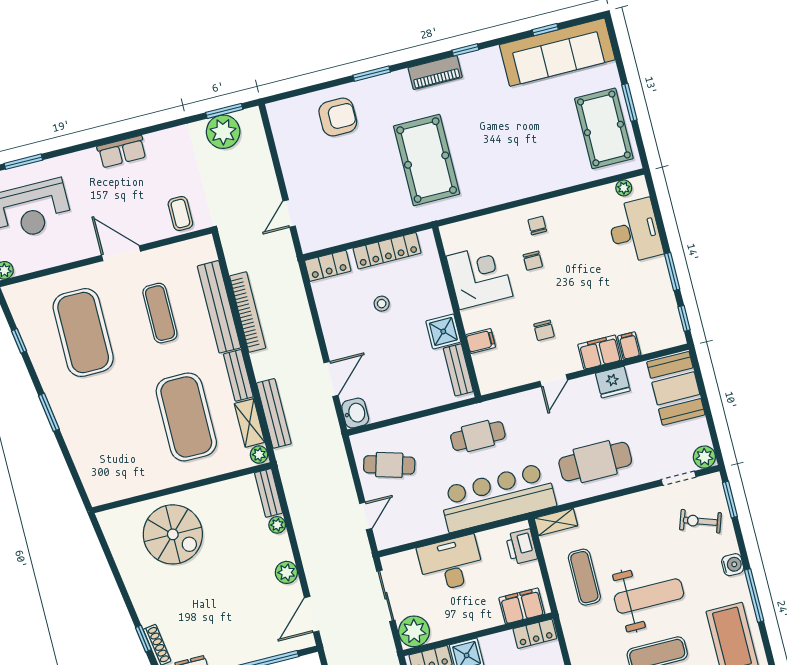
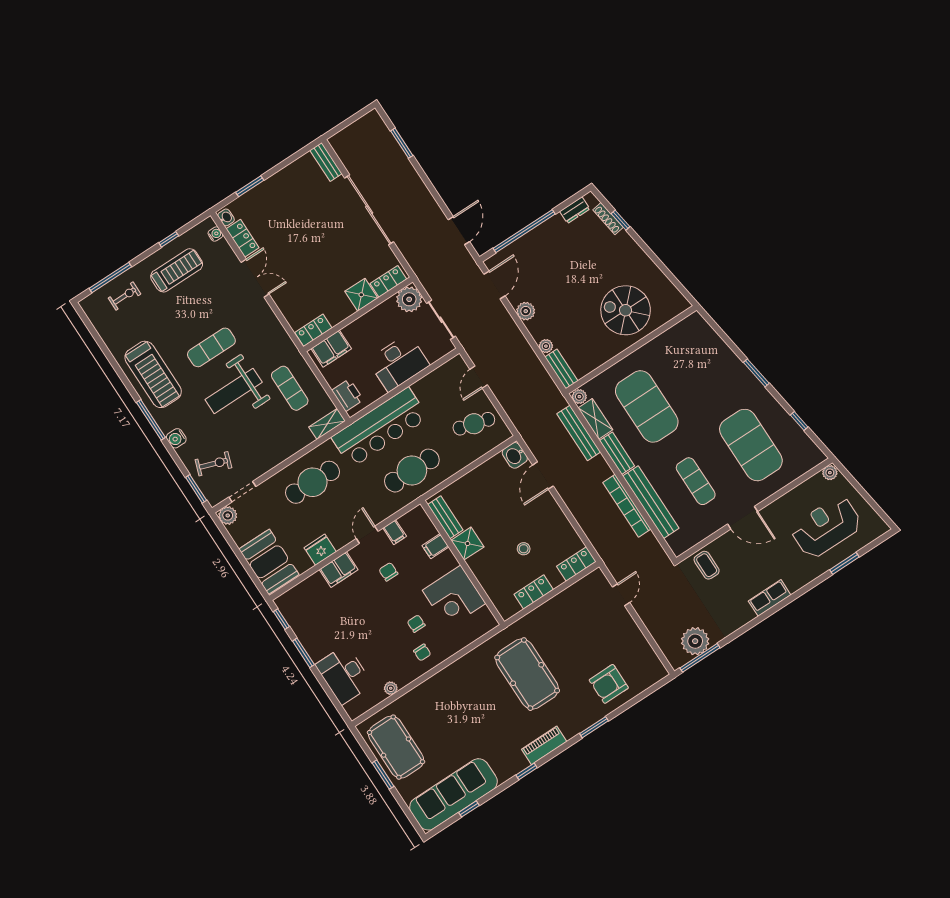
window: (224, 111) -> (700, 658), width x1.44
plant: (624, 188) -> (391, 688), moved
locker: (387, 251) -> (534, 592), width x0.66
filing cabinet: (629, 346) -> (395, 532), moved
cafe table: (478, 436) -> (412, 471), width x1.37, depth x1.35

